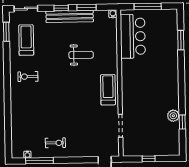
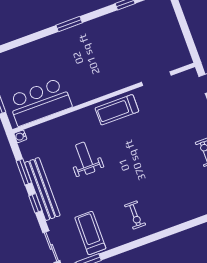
treadmill: (26, 40) -> (90, 233), turned 90
window: (181, 40) -> (69, 24), moved
plant: (173, 116) -> (121, 17), removed
window: (149, 159) -> (185, 29), removed

